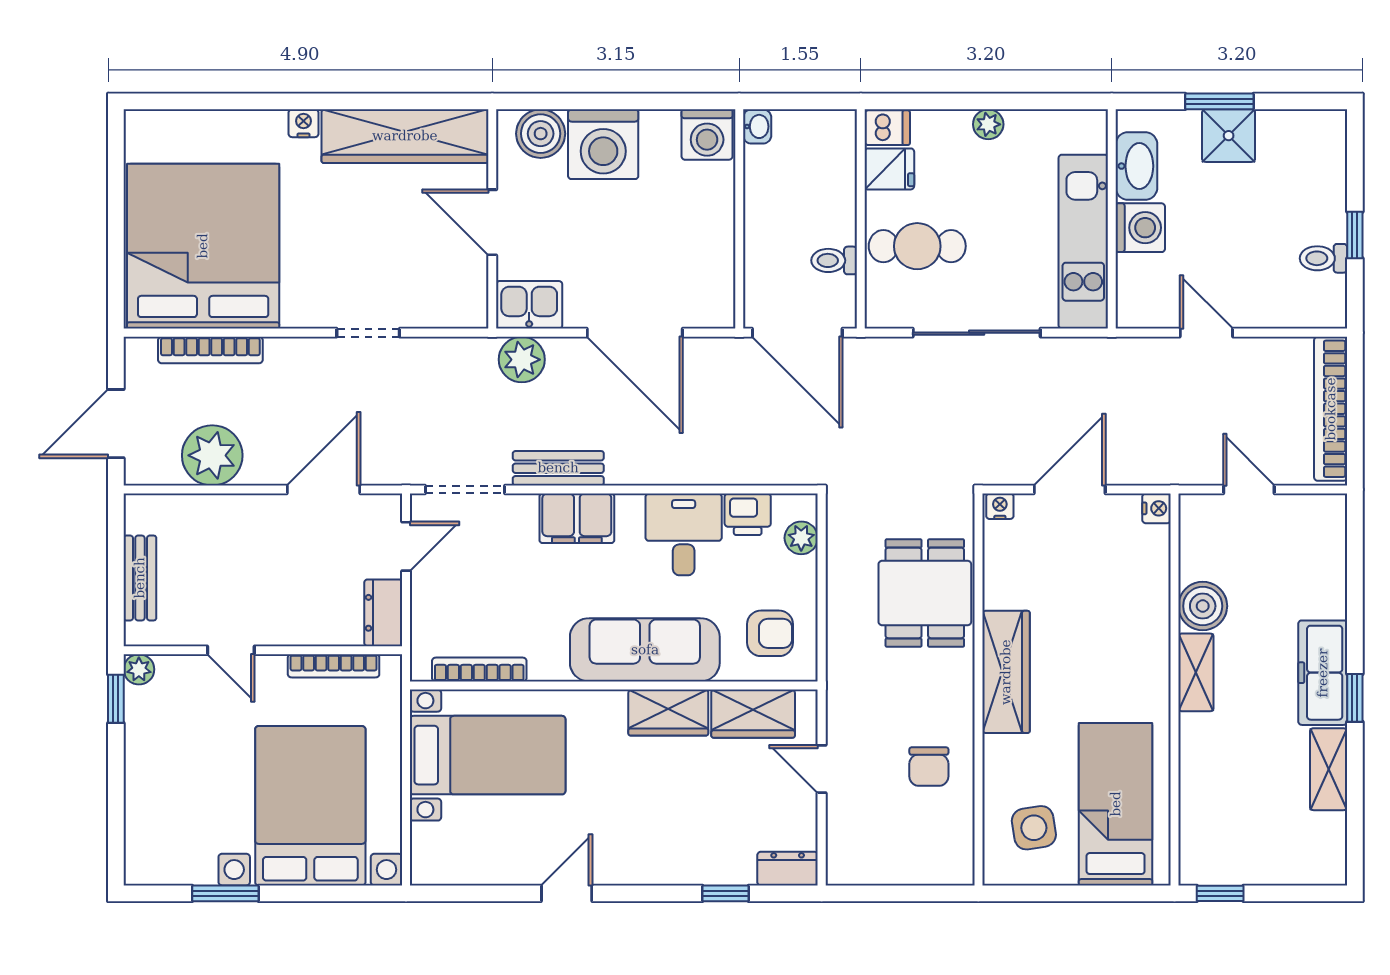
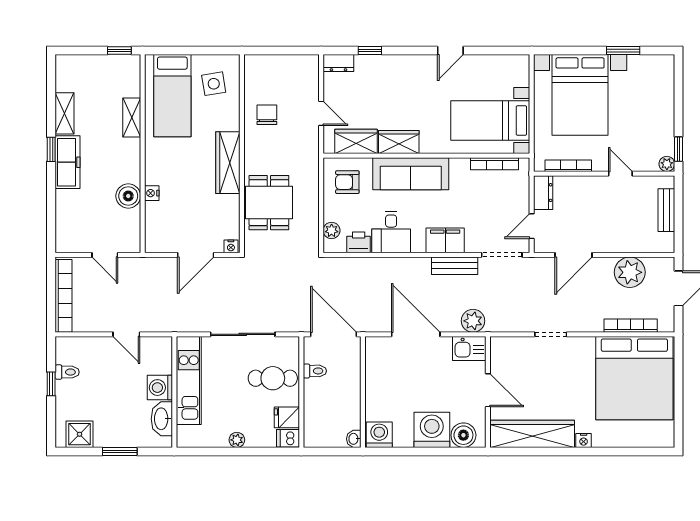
shower: (1229, 136) -> (80, 434), moved
nightstand: (1156, 508) -> (152, 193), moved
shelving: (1196, 672) -> (132, 117), moved

